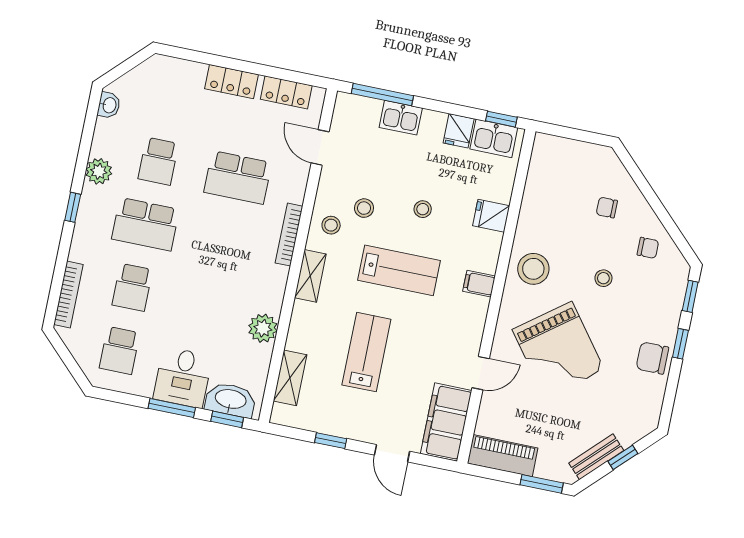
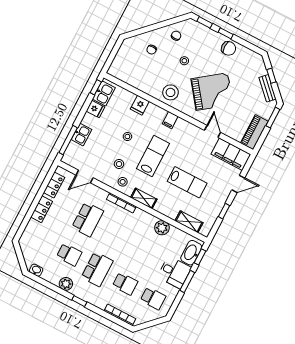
lab bench: (366, 352) -> (187, 182), turned 180
chair: (652, 358) -> (229, 48), turned -90

